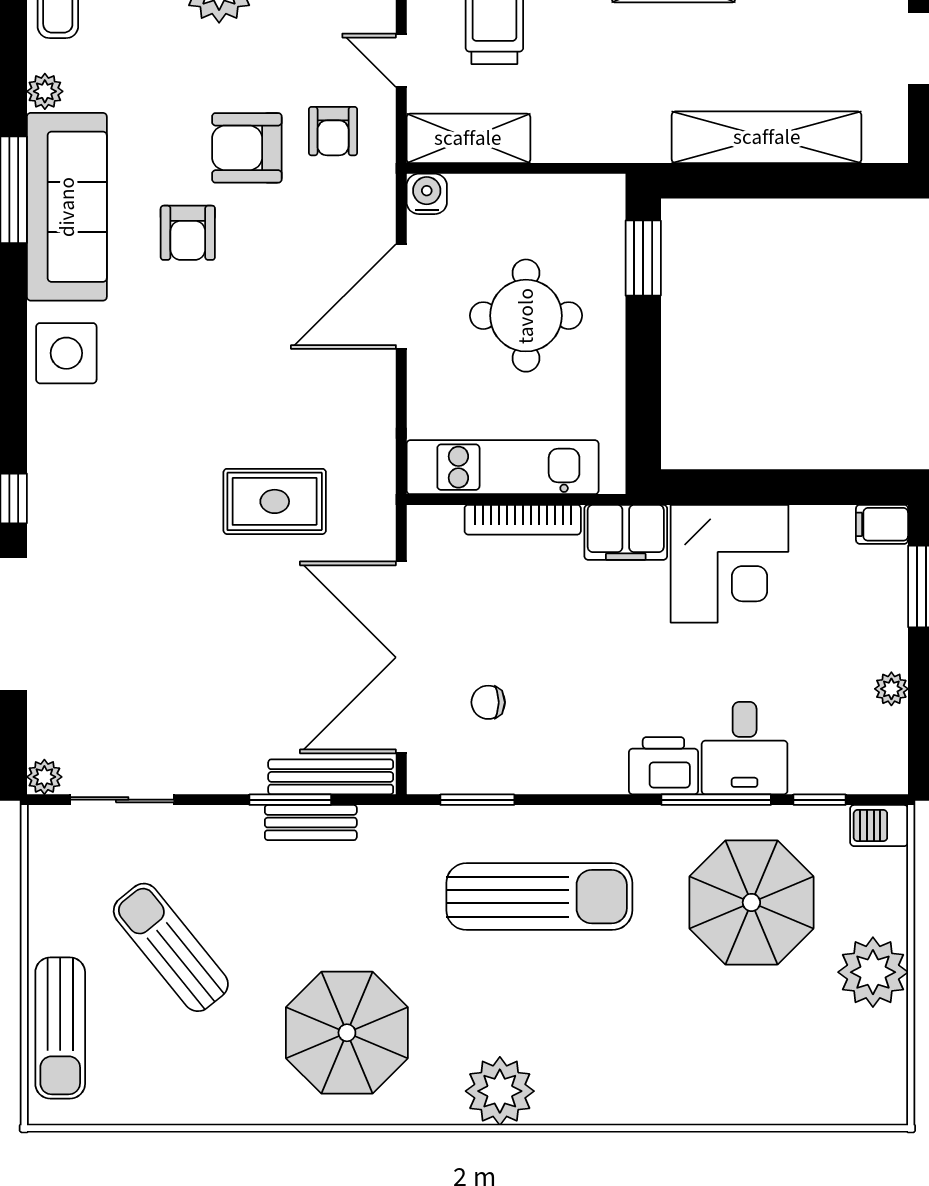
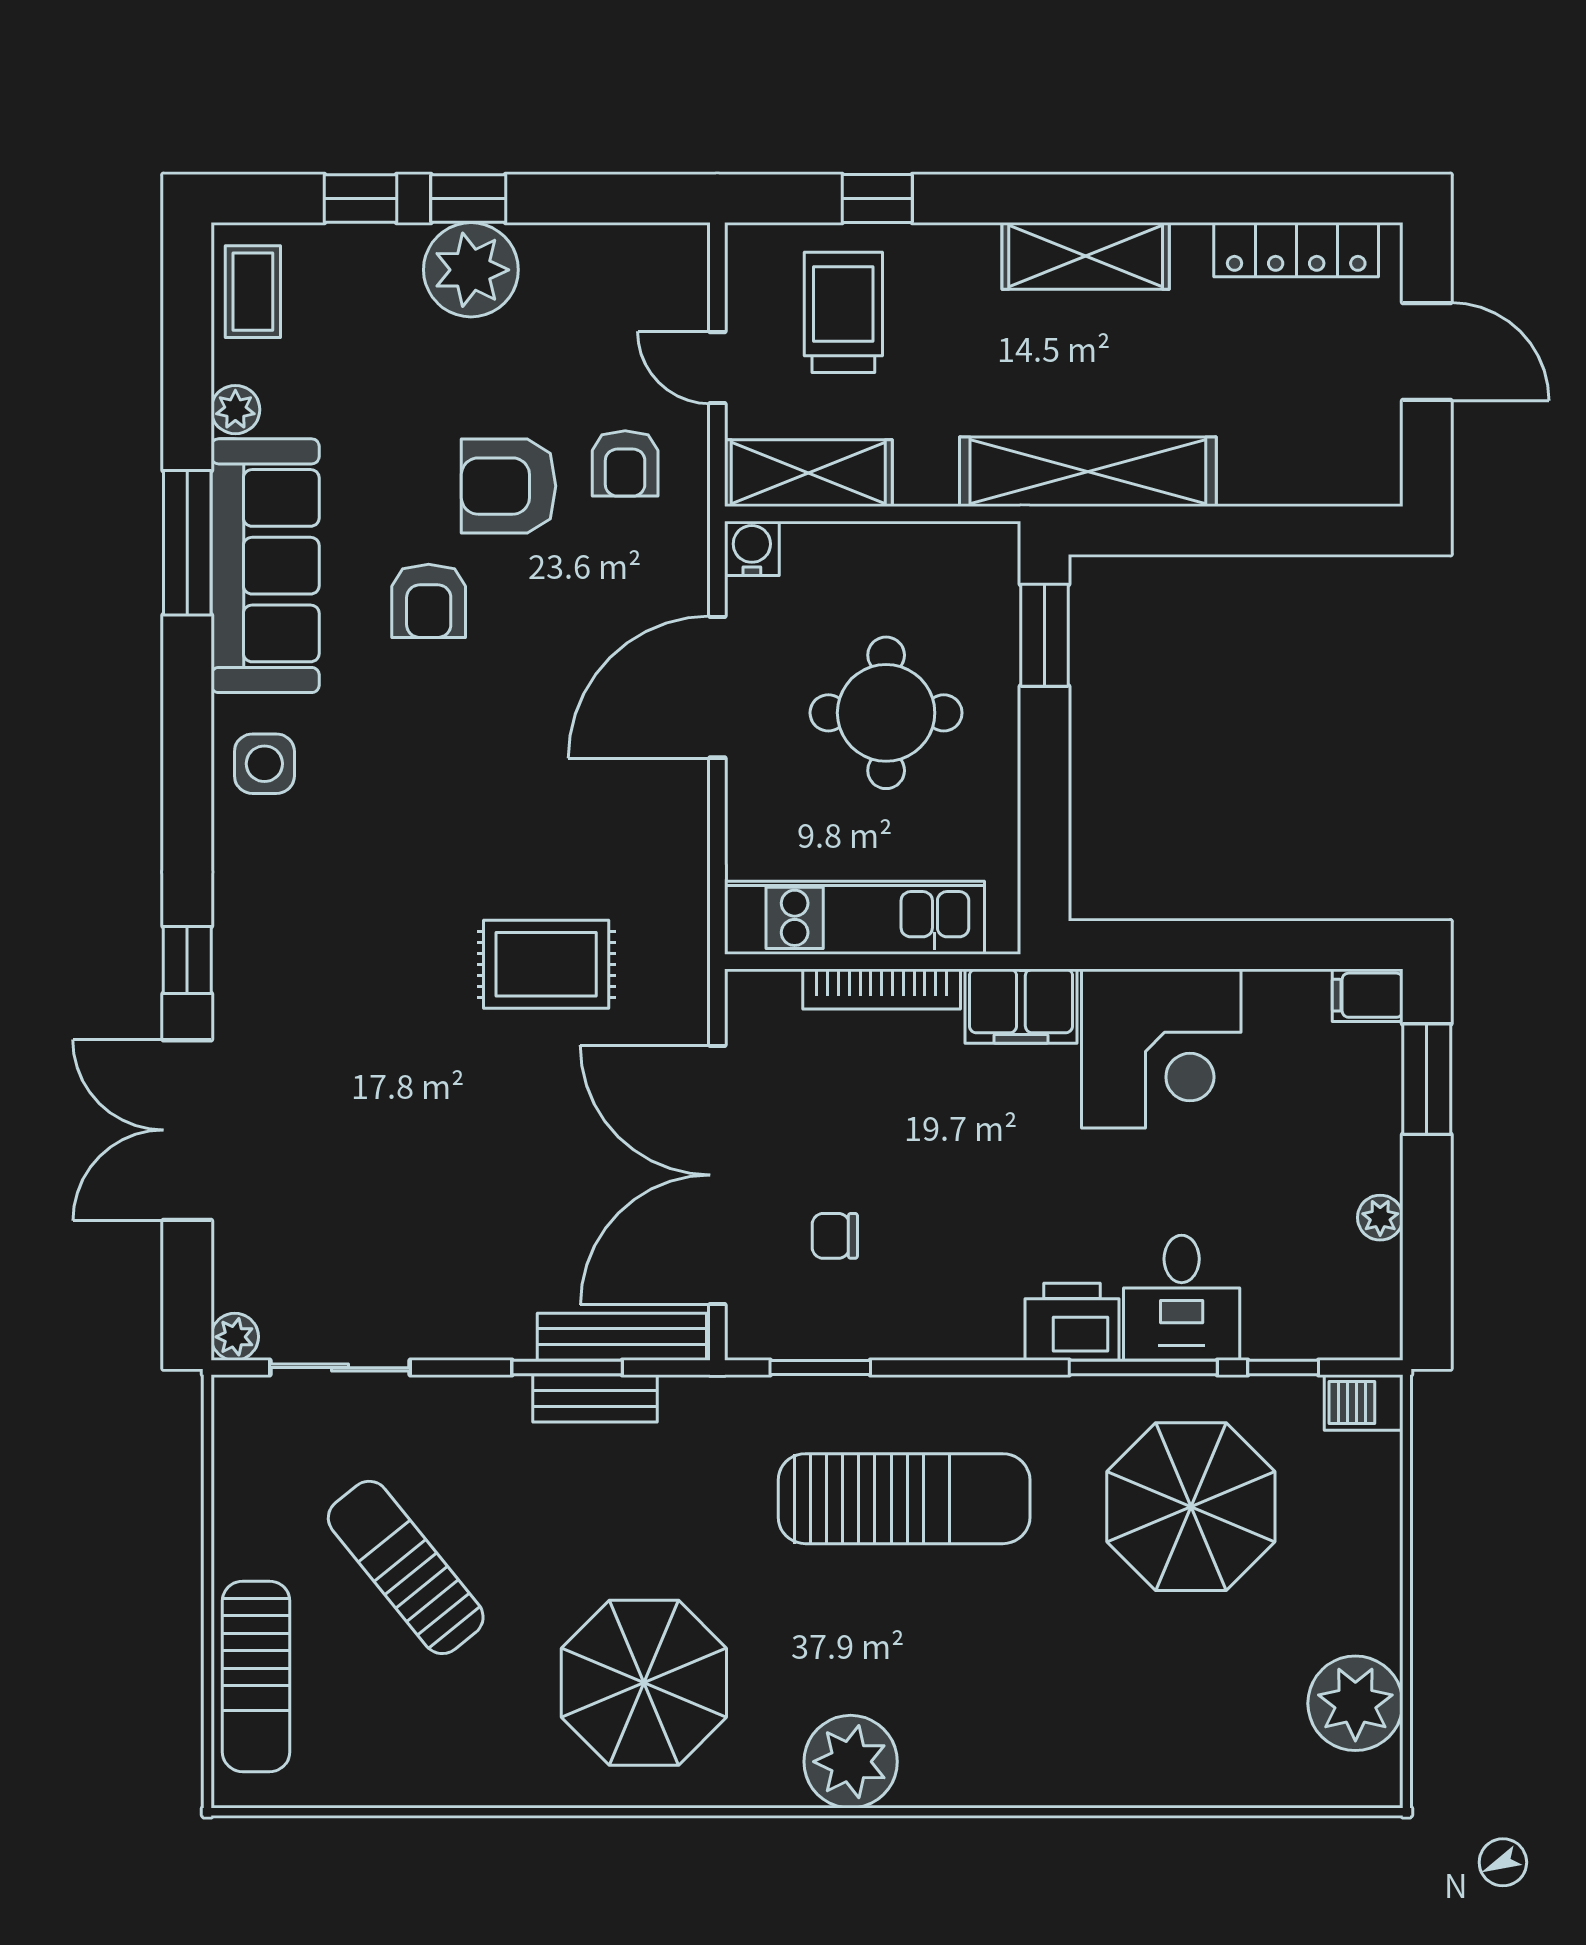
shelving: (767, 137) -> (1088, 472), moved
side table: (66, 353) -> (264, 764), width x0.73, depth x0.73
plant: (873, 972) -> (1355, 1703), moved

